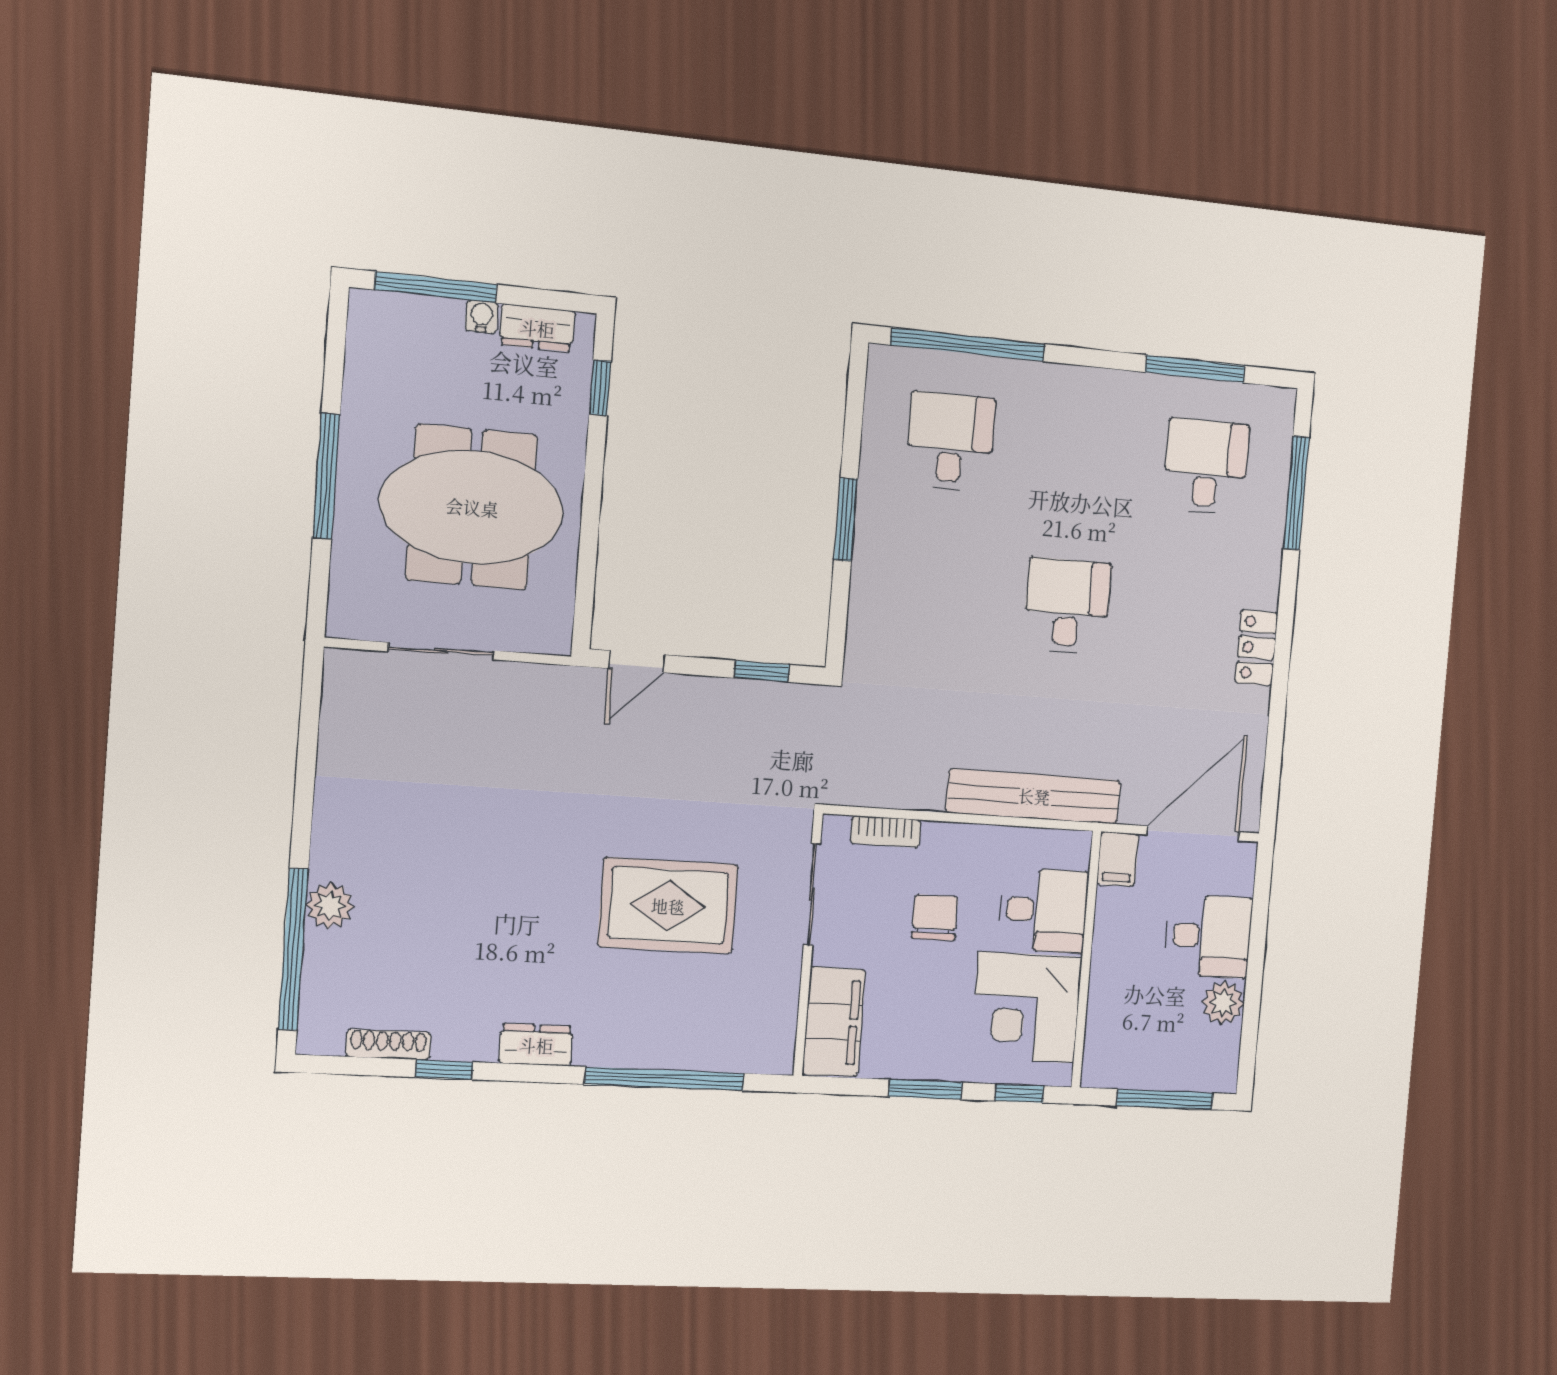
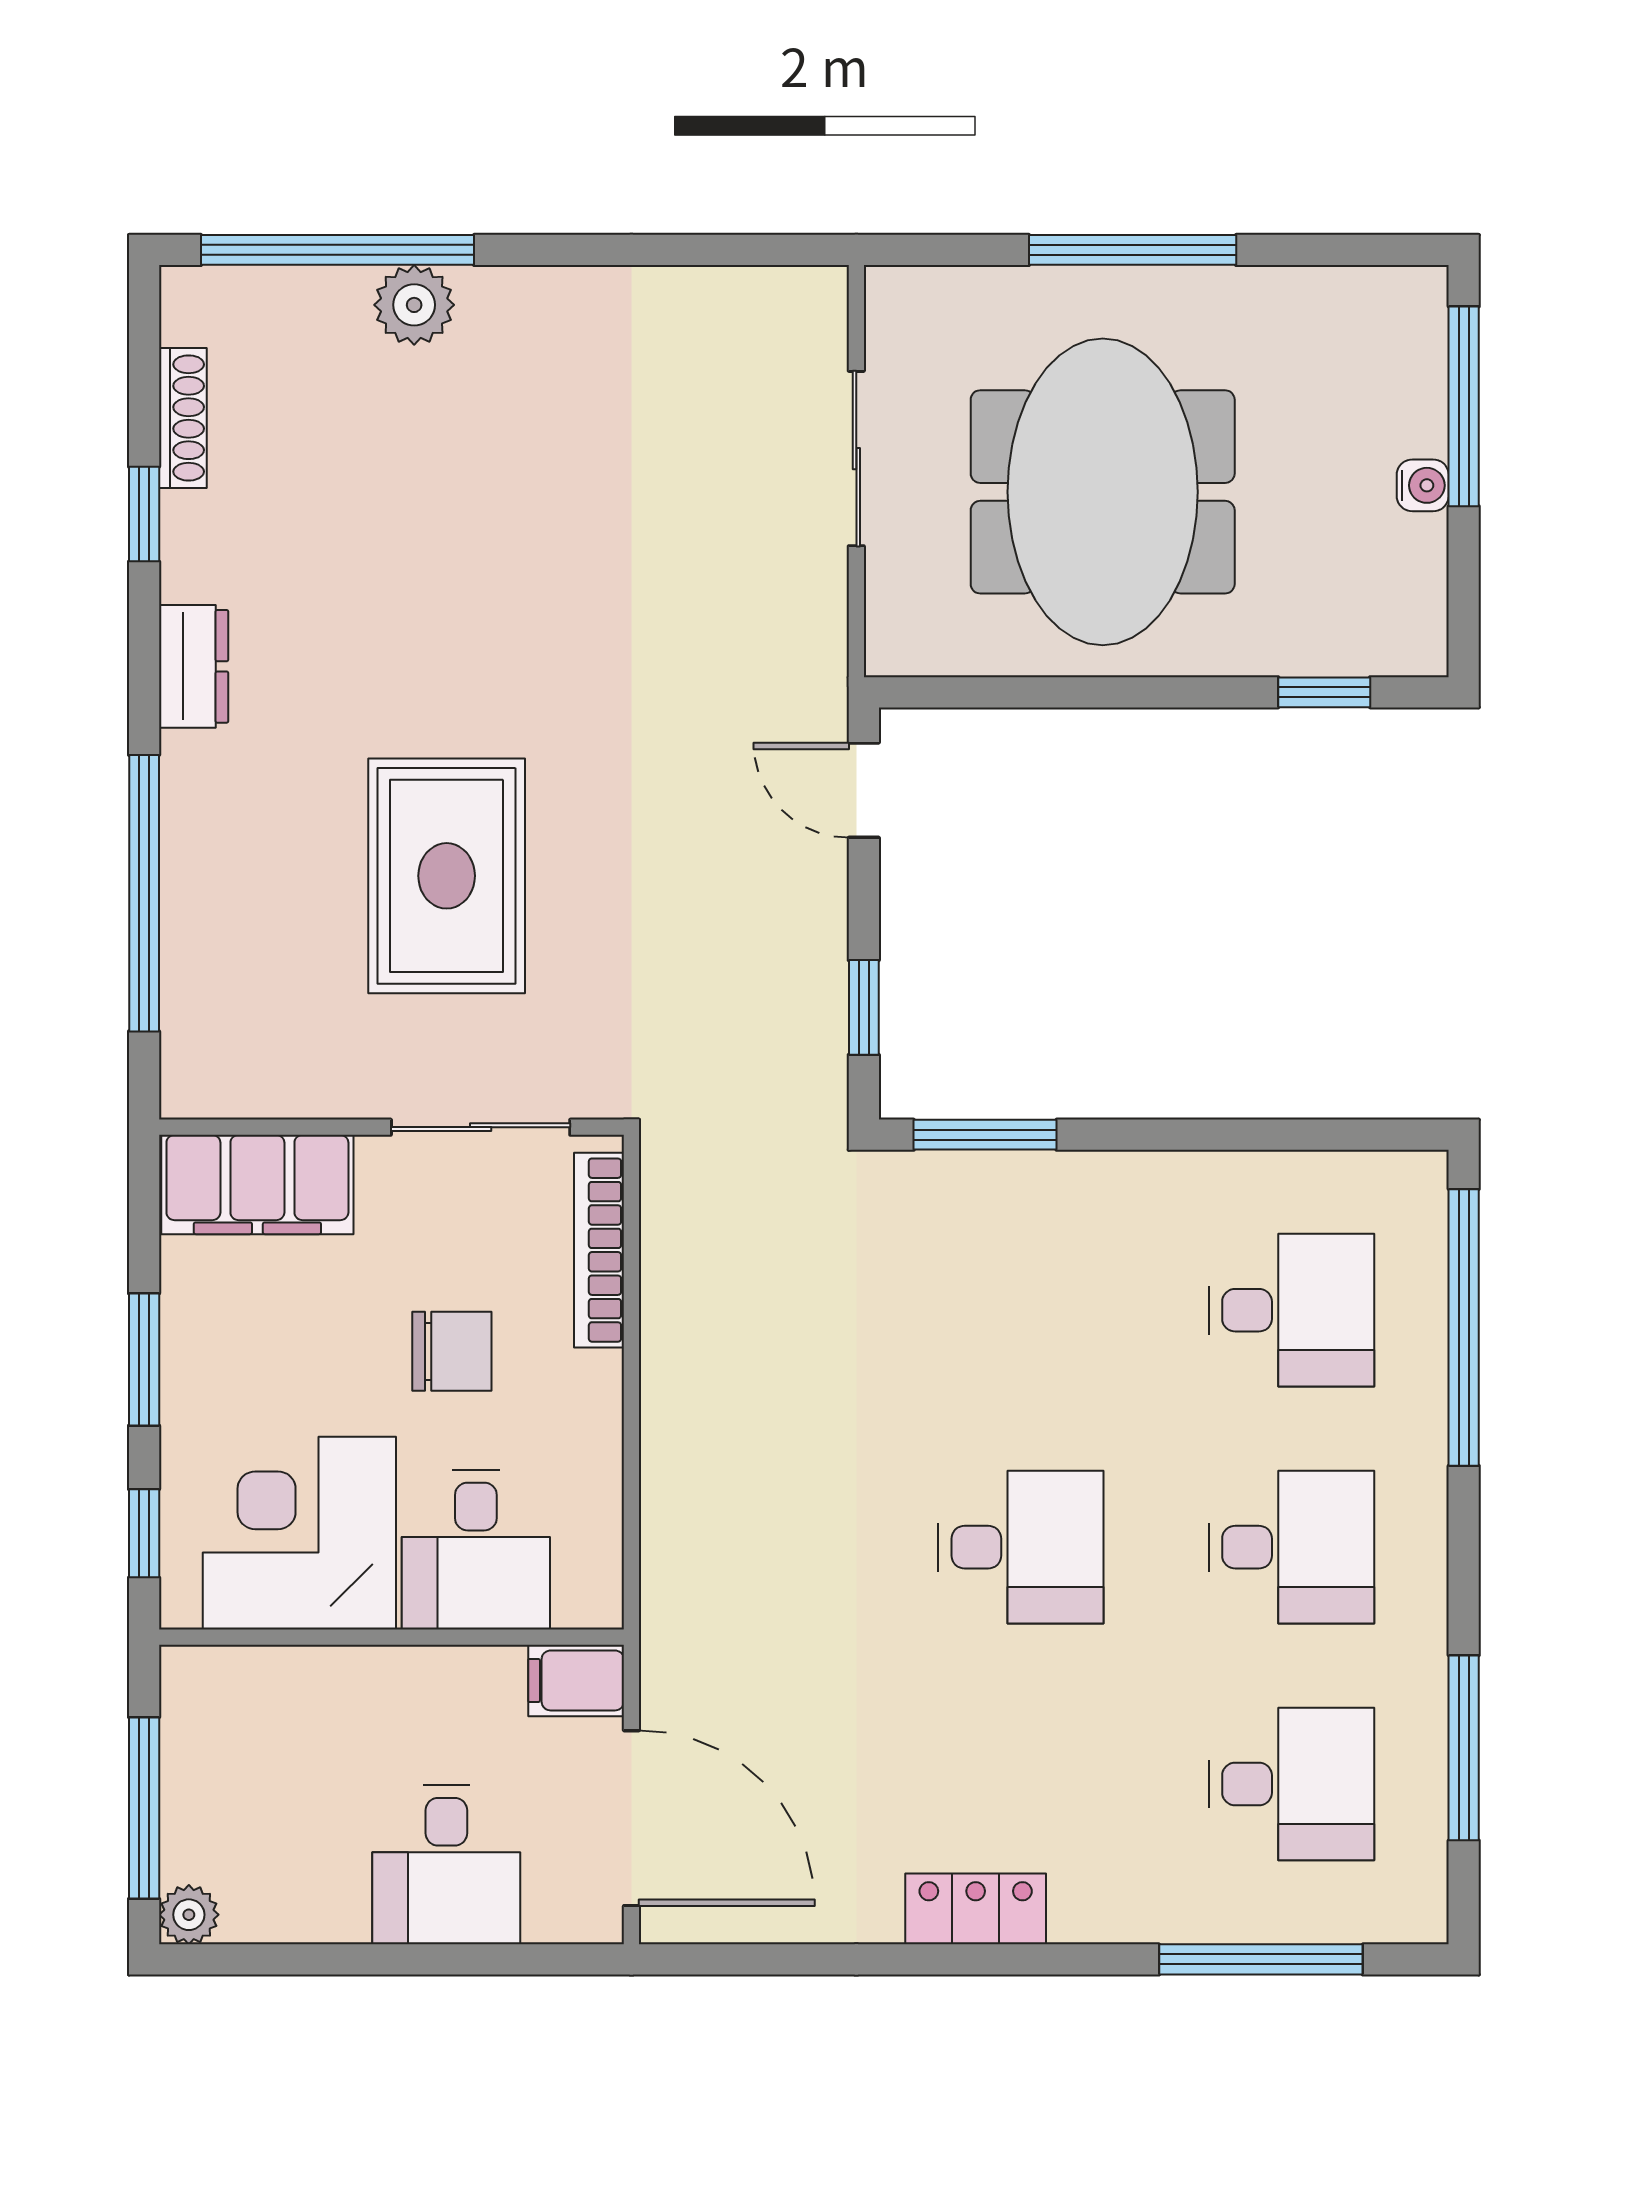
dresser: (537, 328) -> (1414, 579), removed
desk: (1080, 454) -> (1292, 1547), added
window: (846, 519) -> (985, 1135), moved
bench: (1034, 796) -> (678, 1515), removed
bookcase: (886, 832) -> (599, 1250), width x1.56
plant: (1223, 1003) -> (189, 1915), moved, width x0.73, depth x0.73

